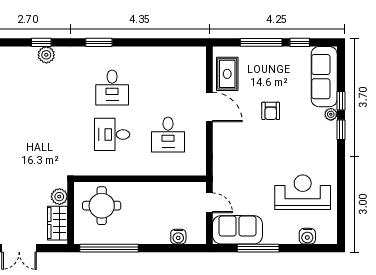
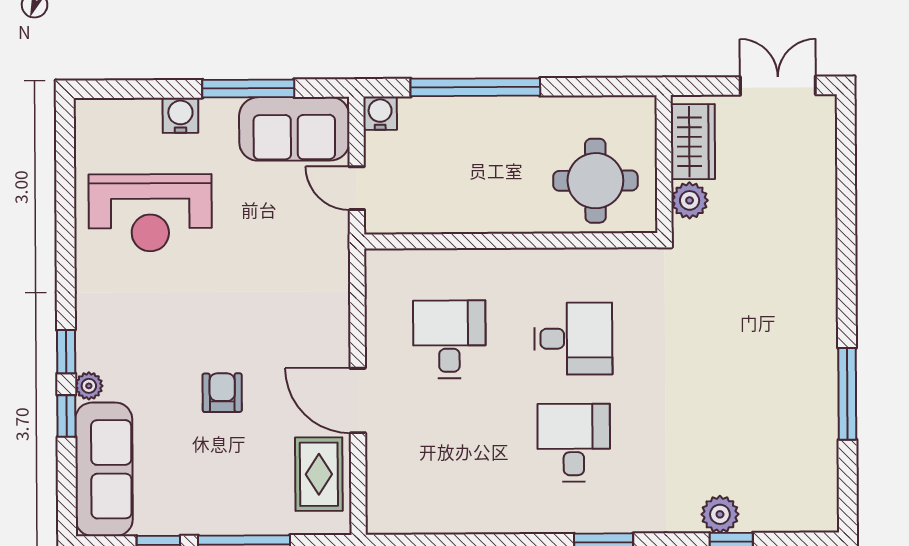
water cooler: (307, 236) -> (180, 115), moved
water cooler: (178, 237) -> (380, 113), moved
window: (109, 248) -> (475, 87), moved

